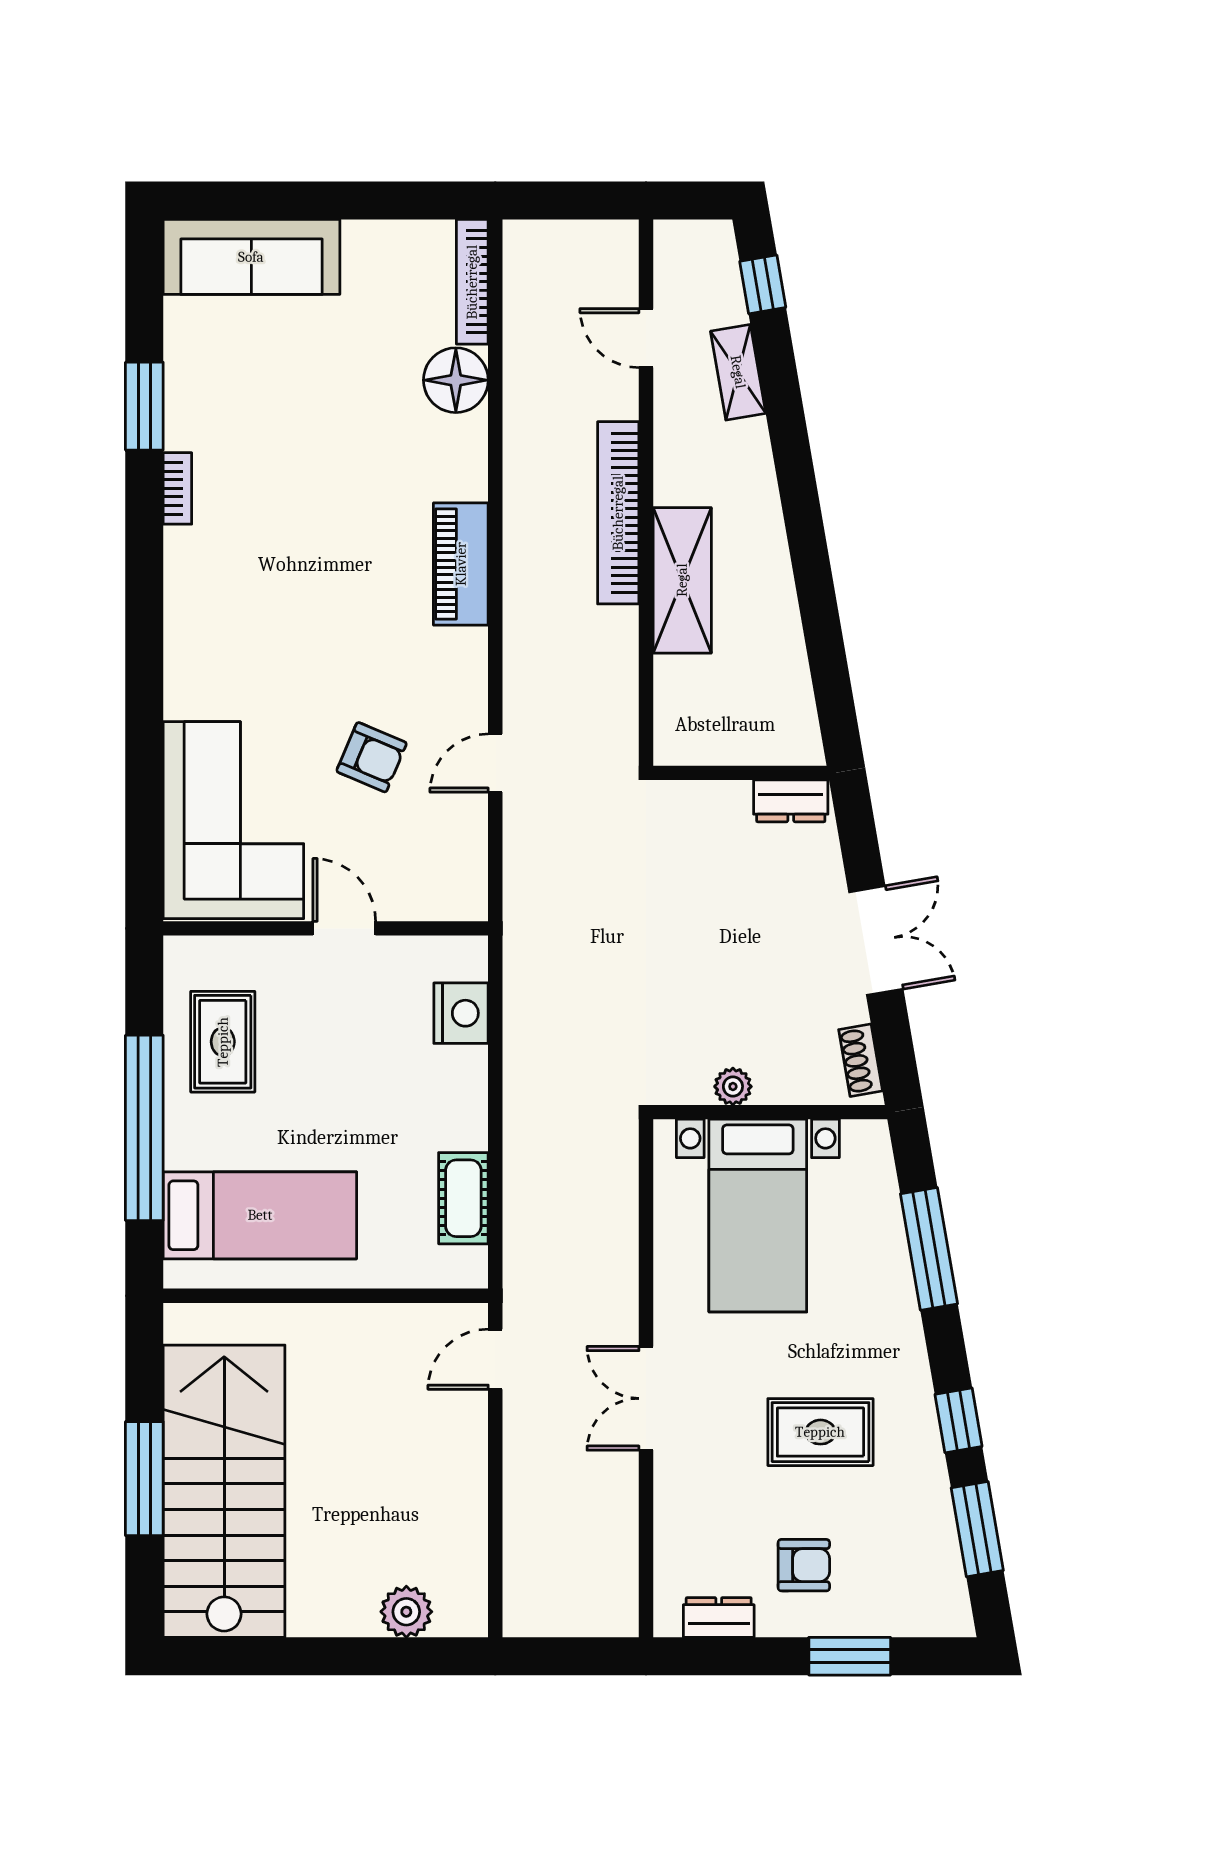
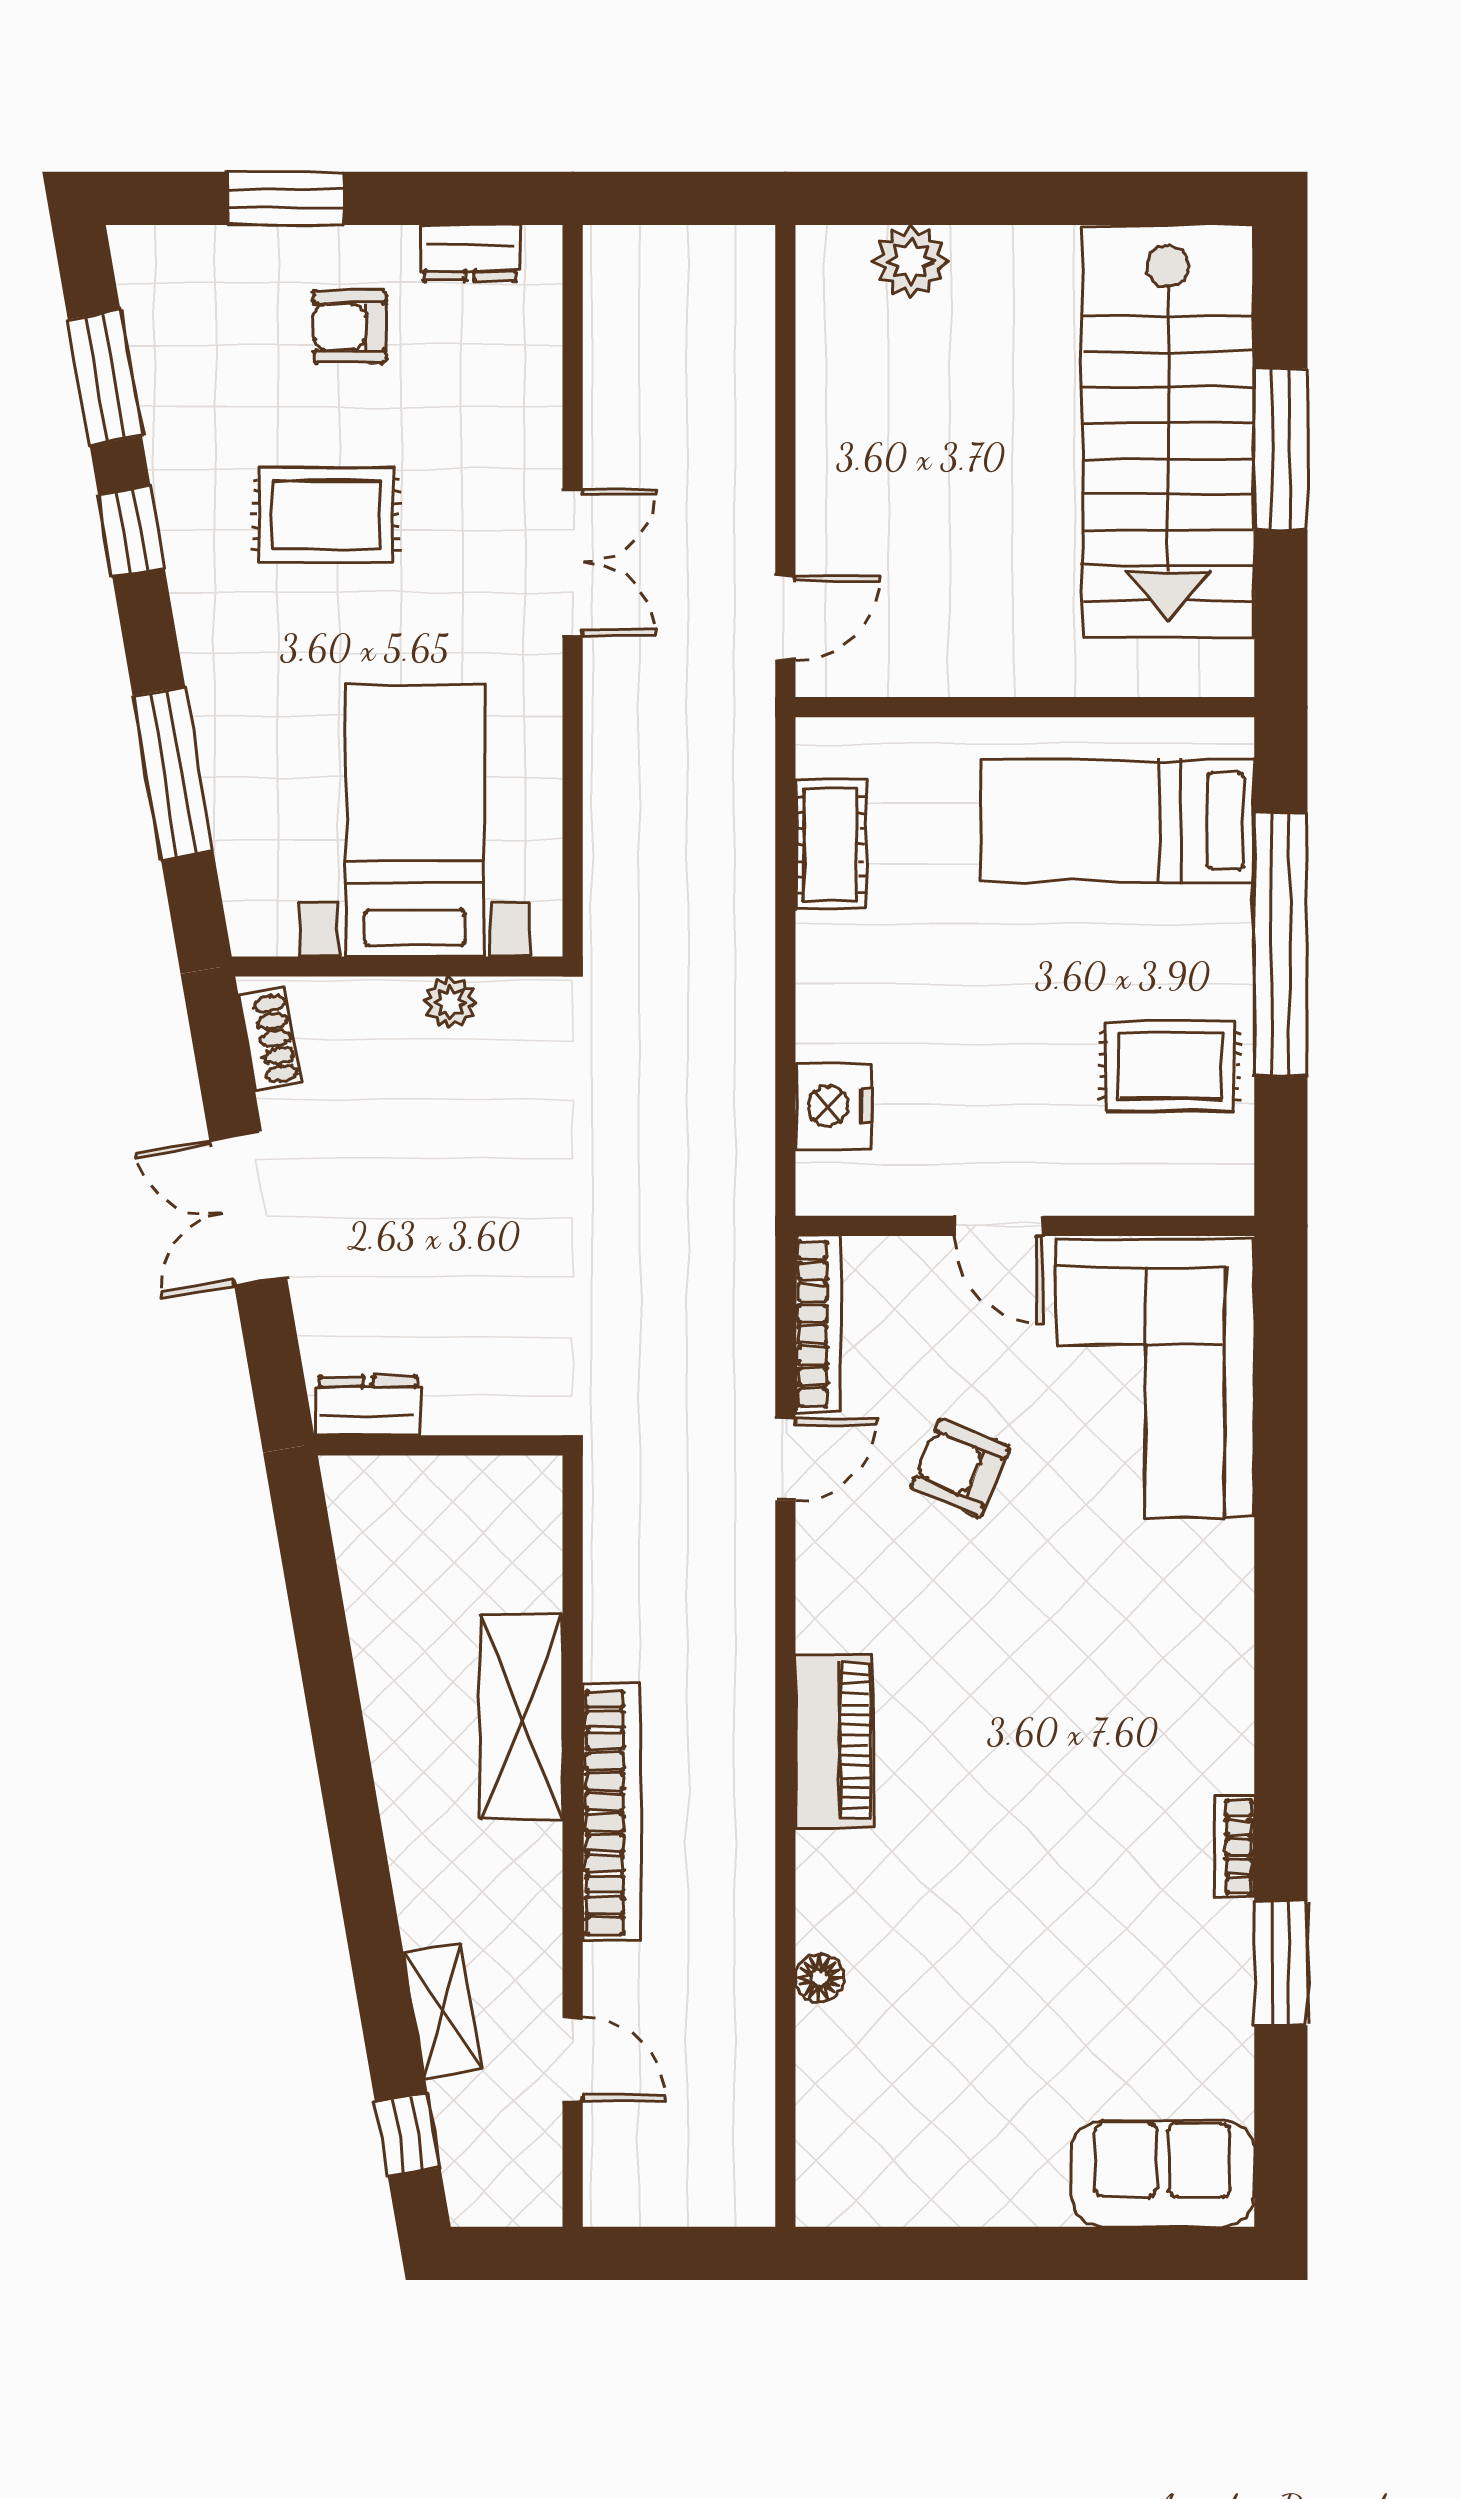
sofa: (251, 257) -> (1163, 2174), width x0.73
bookcase: (472, 282) -> (818, 1324), moved
floor lamp: (456, 380) -> (820, 1978), width x0.53, depth x0.53
rug: (223, 1042) -> (1170, 1066), turned 90

